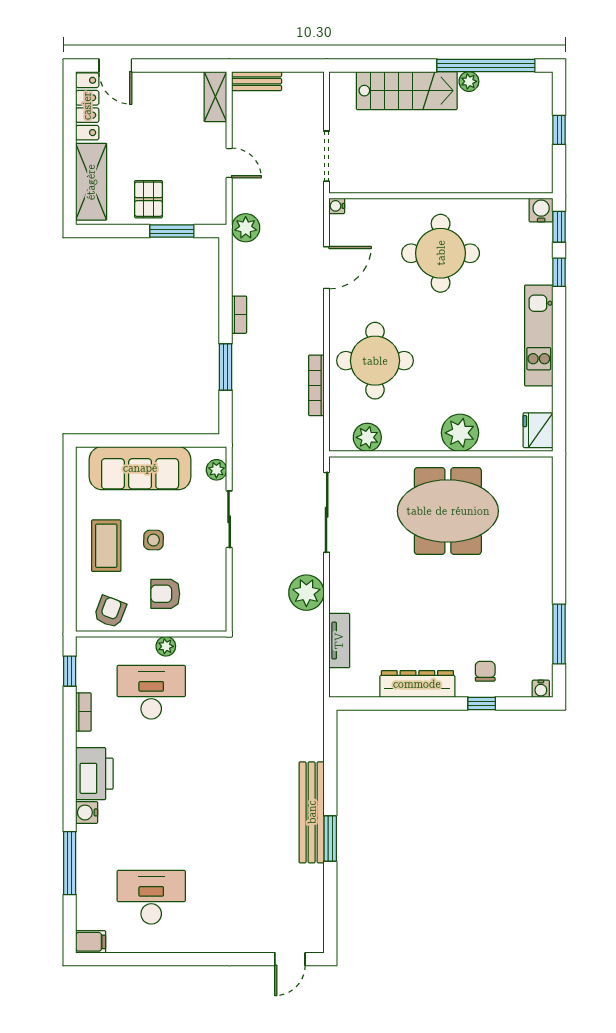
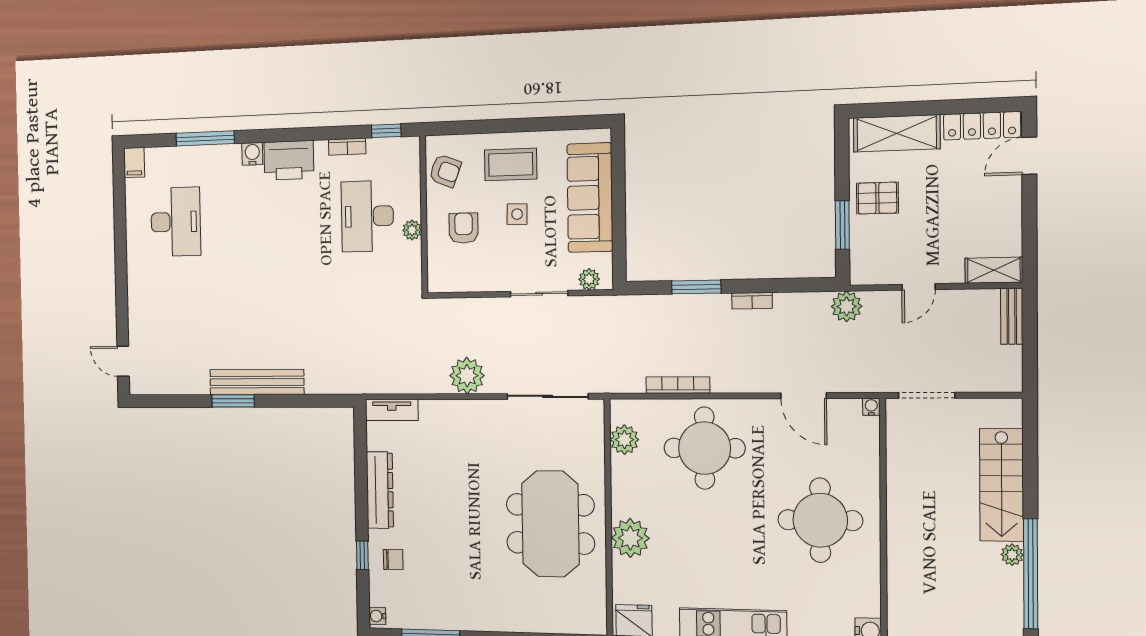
tv unit: (339, 641) -> (392, 410), moved
desk: (151, 692) -> (367, 216), turned 180

